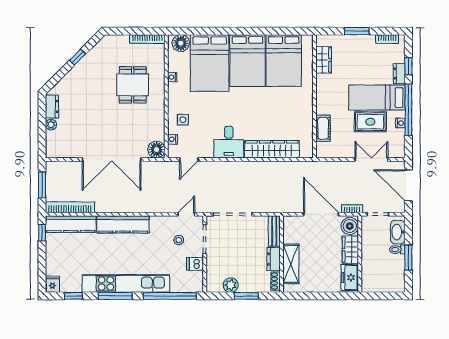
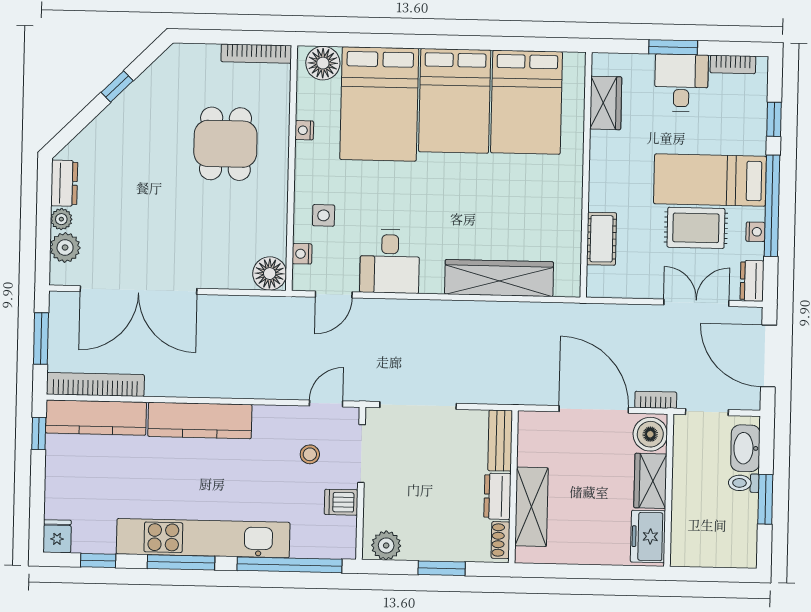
desk: (361, 49) -> (681, 83), added
dresser: (399, 74) -> (752, 281), moved
plant: (53, 139) -> (65, 247), added
desk: (229, 142) -> (390, 261), moved
double door: (112, 159) -> (138, 290), moved
plant: (231, 285) -> (386, 545), moved

